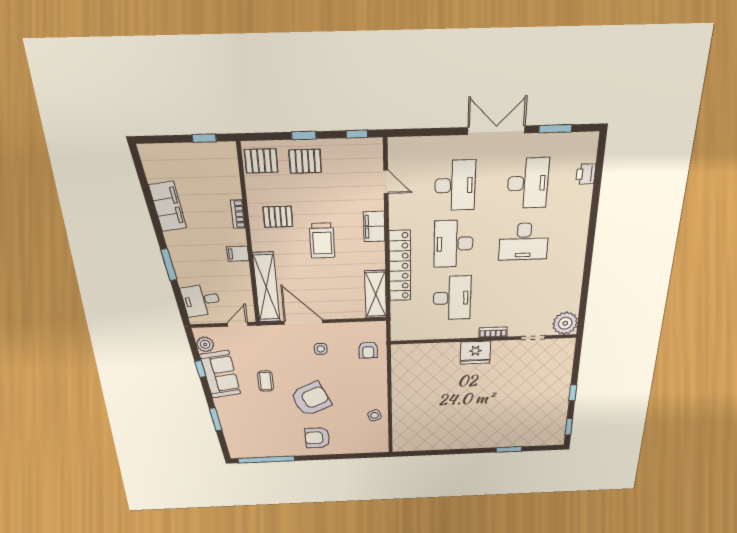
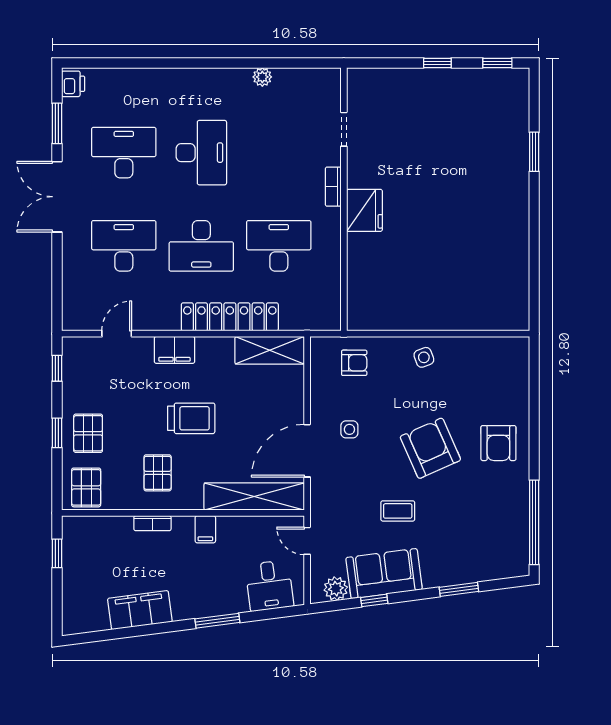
printer: (586, 174) -> (73, 84), moved, turned -90
plant: (565, 323) -> (262, 77), moved, width x0.53, depth x0.53
side table: (375, 415) -> (424, 357), moved

